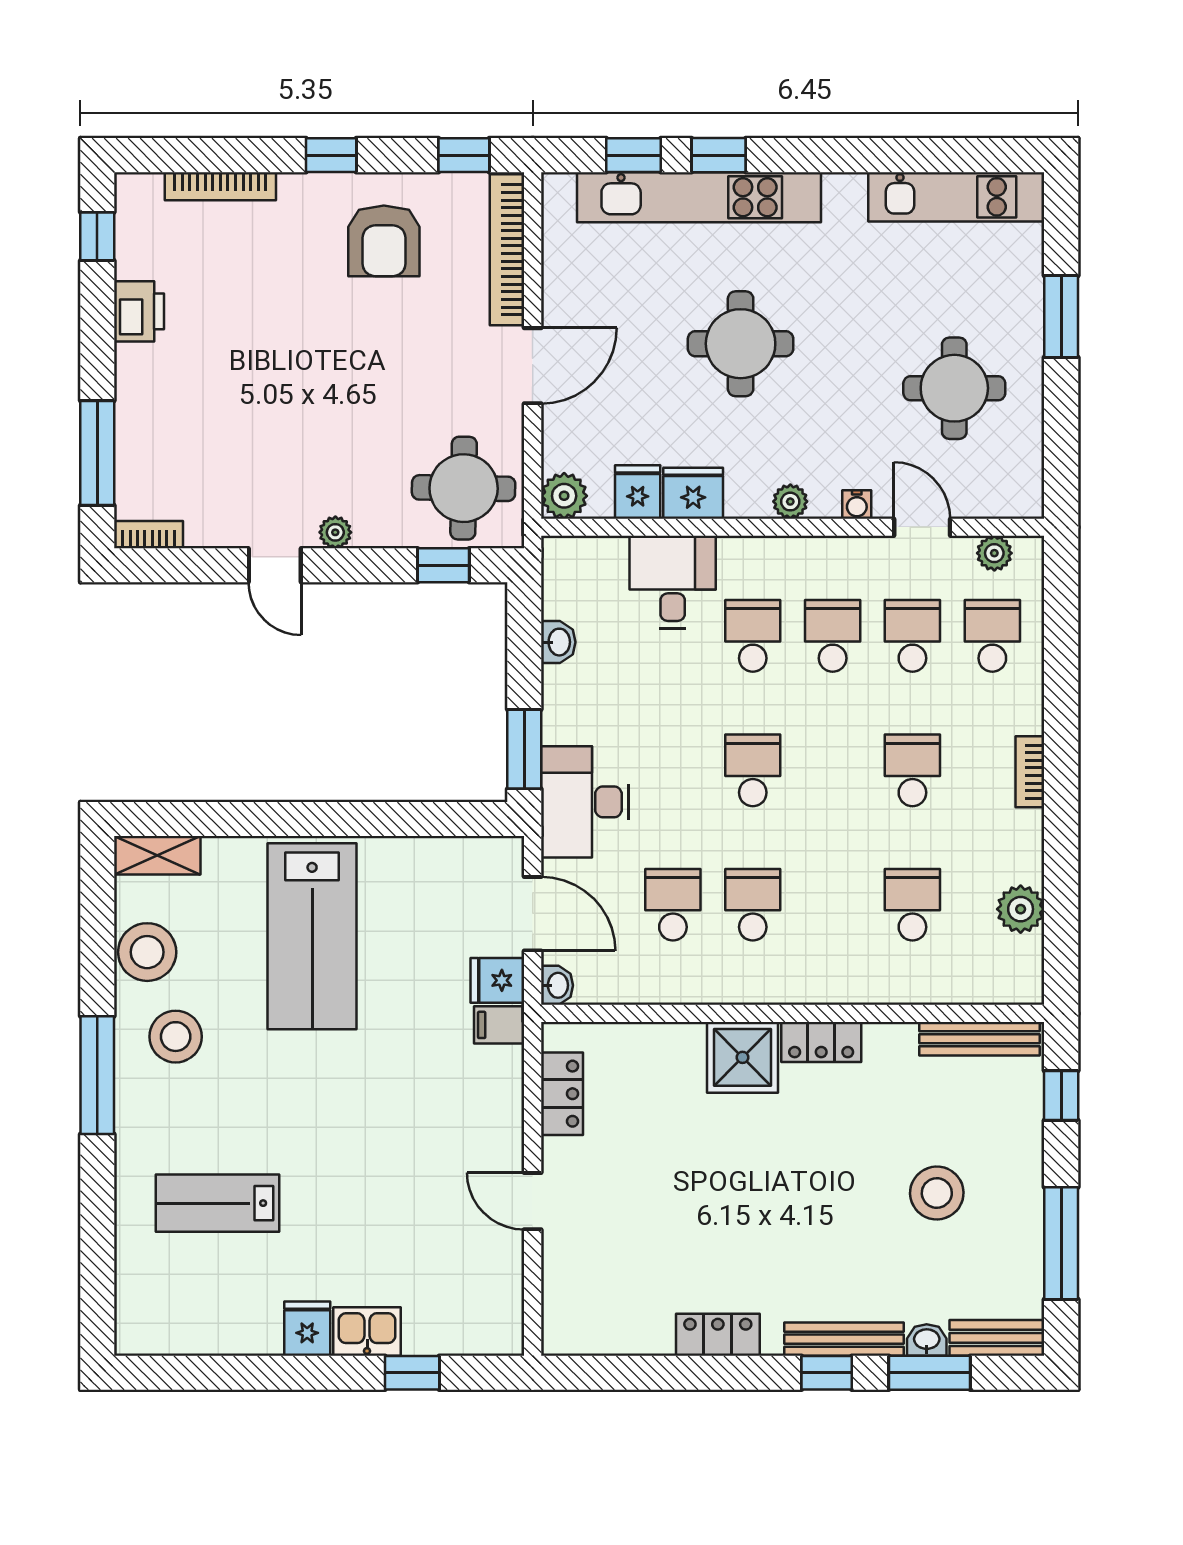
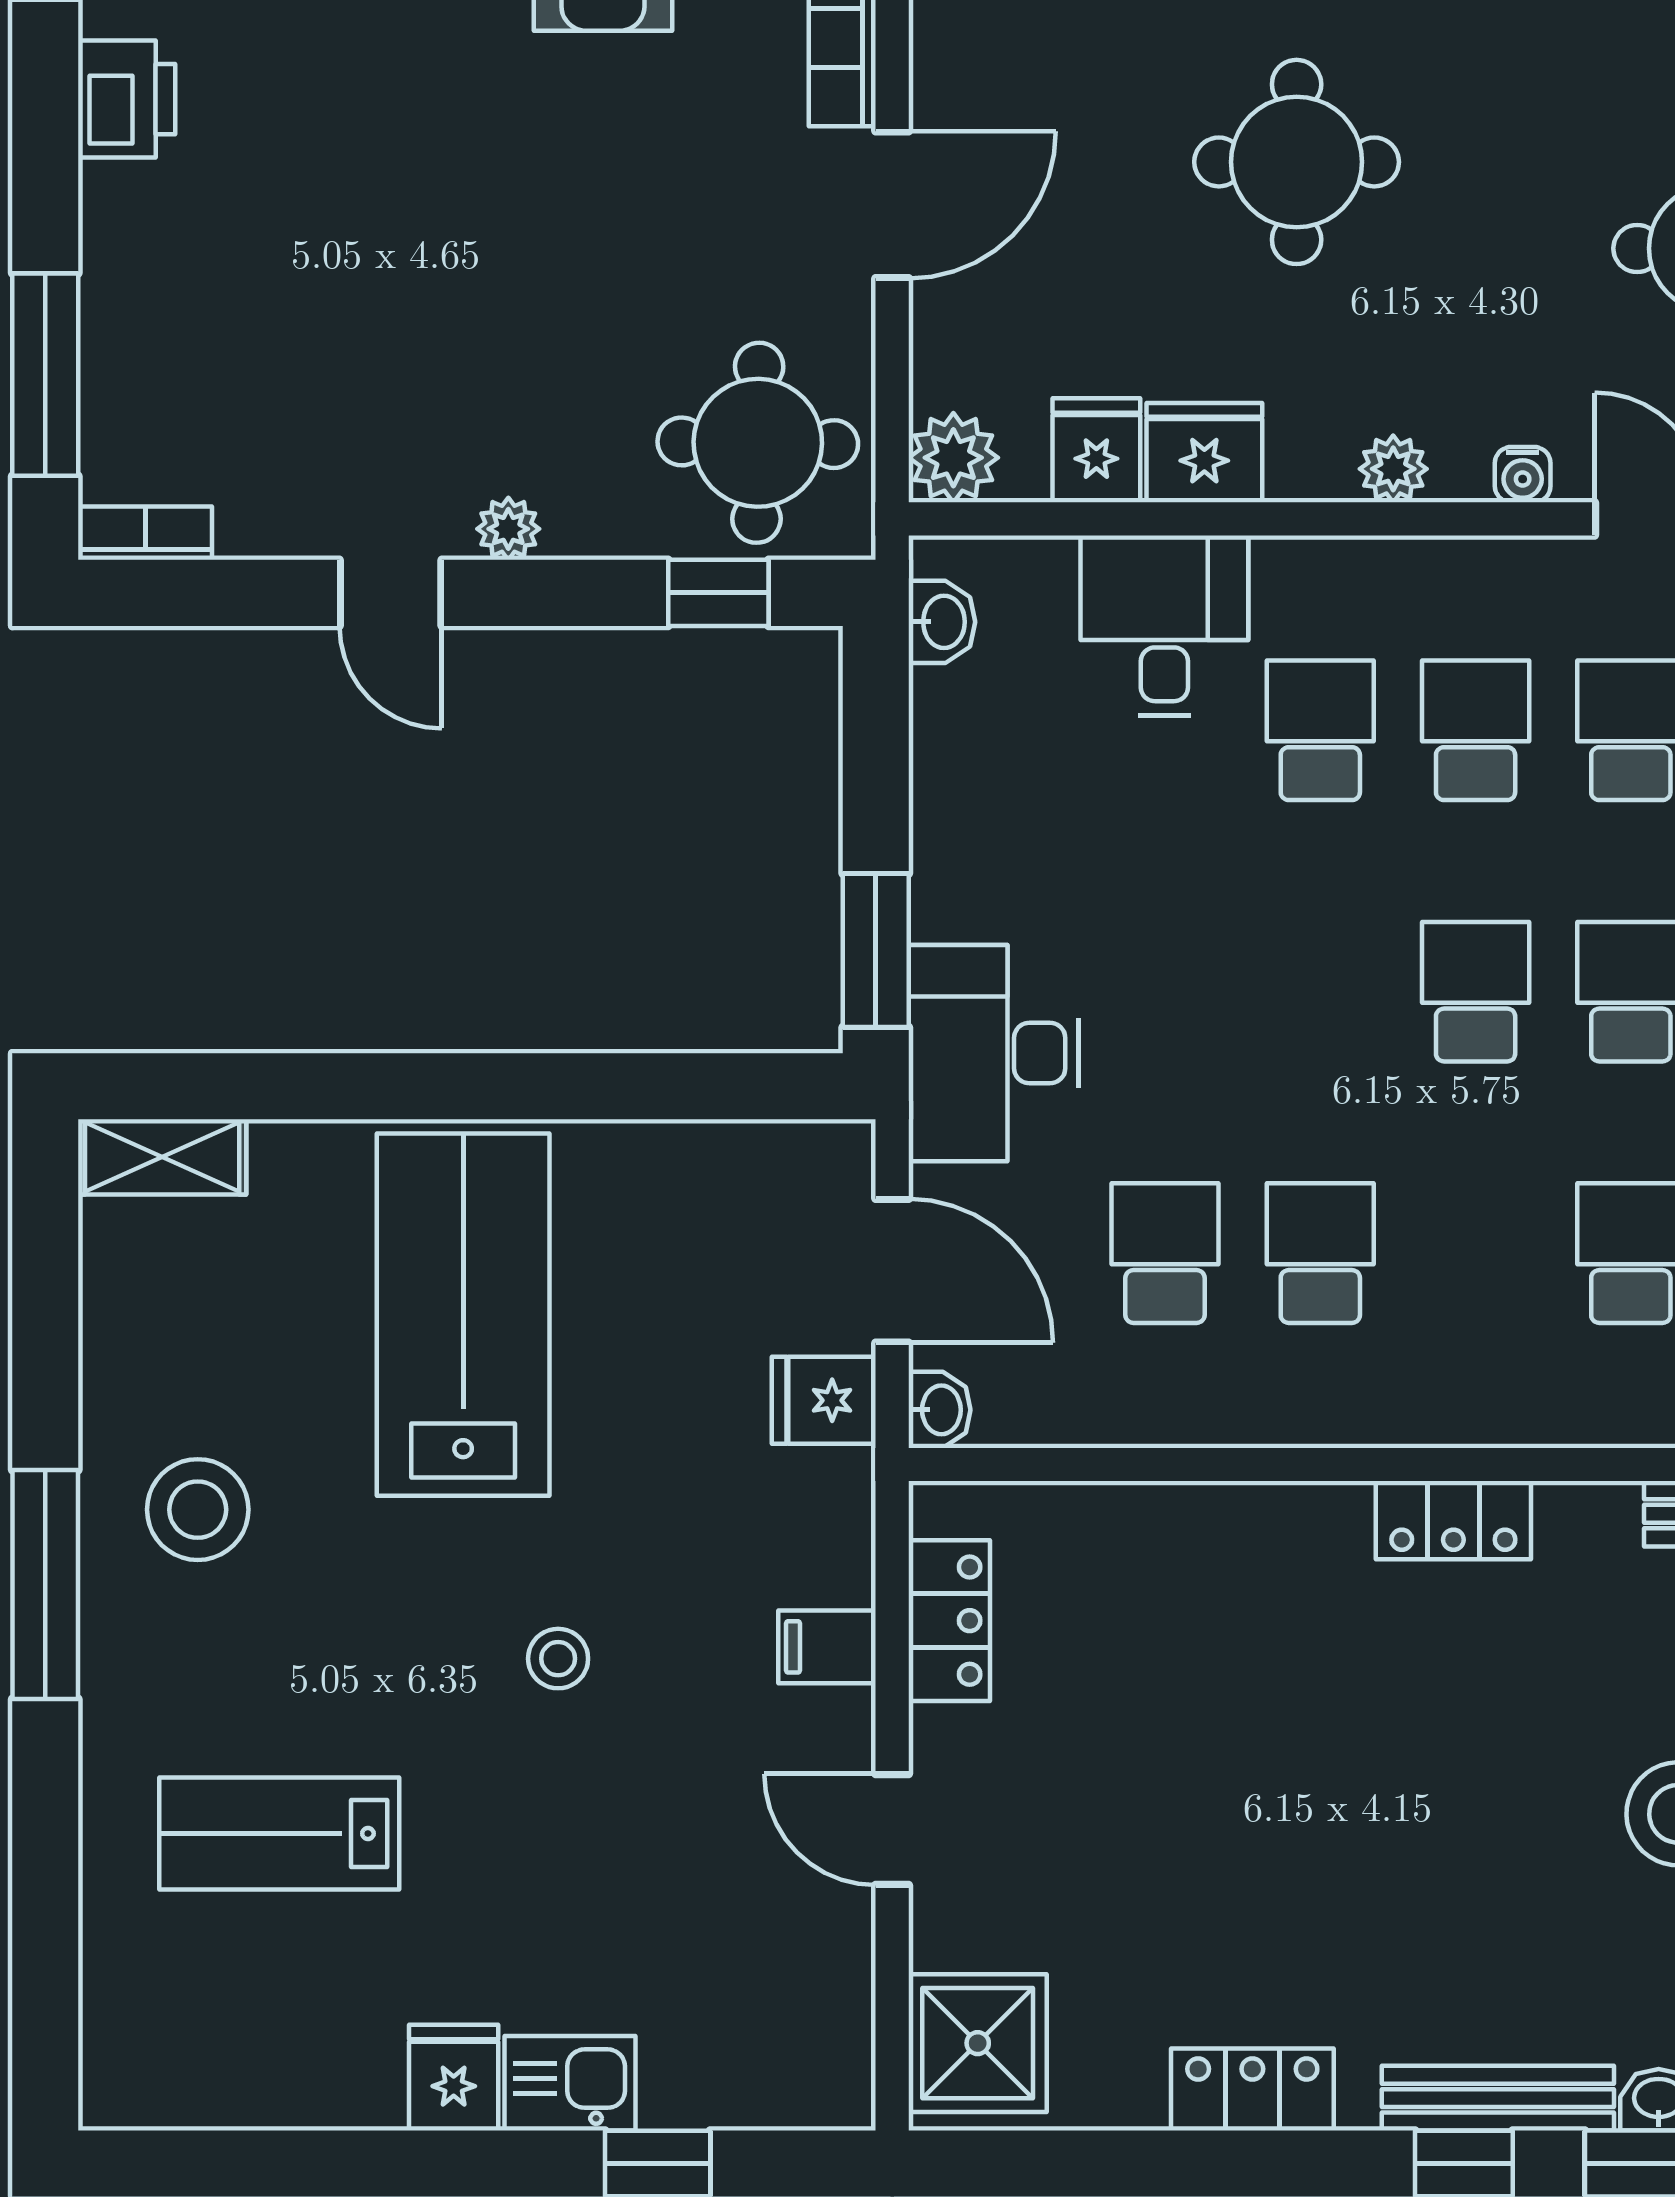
washbasin: (558, 642) -> (942, 622), moved
school desk: (753, 770) -> (1476, 992), moved
lab bench: (312, 936) -> (463, 1315), turned 180
stool: (147, 952) -> (558, 1659), moved, width x0.53, depth x0.53
filing cabinet: (499, 1025) -> (827, 1647), moved
shower: (742, 1057) -> (978, 2043), moved

